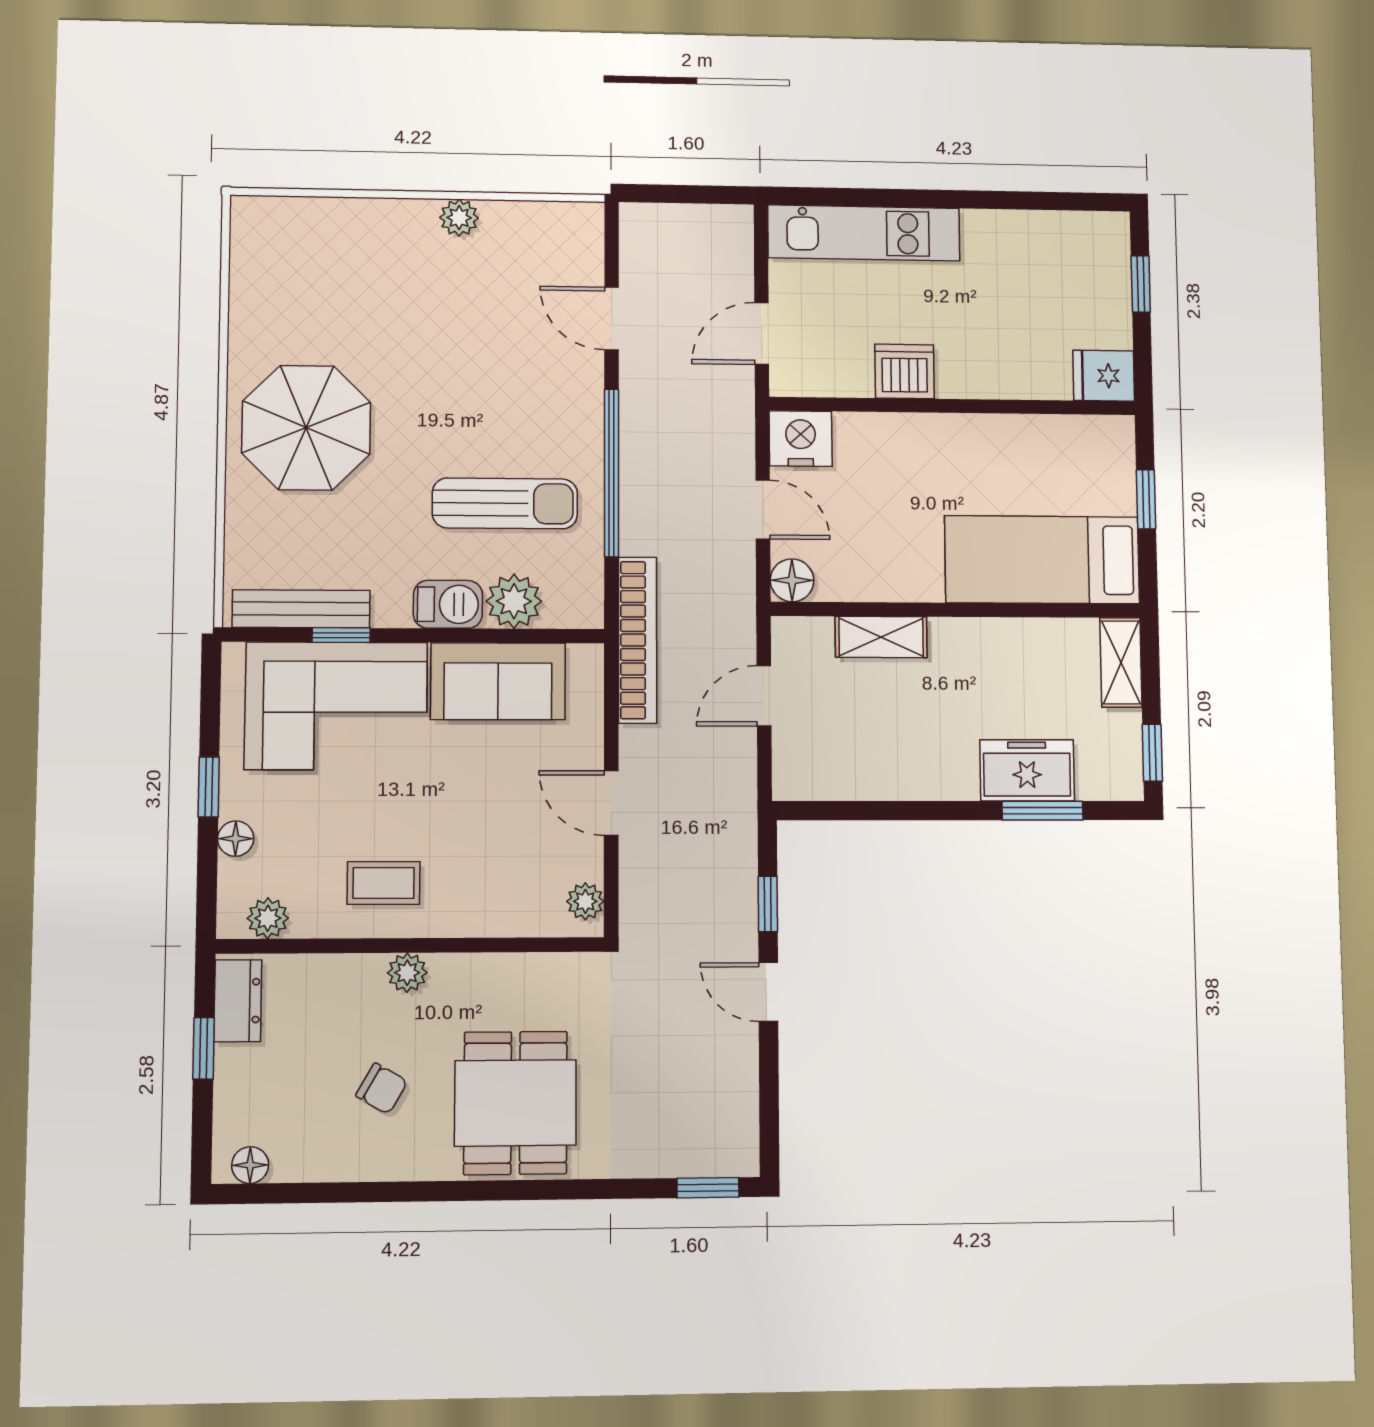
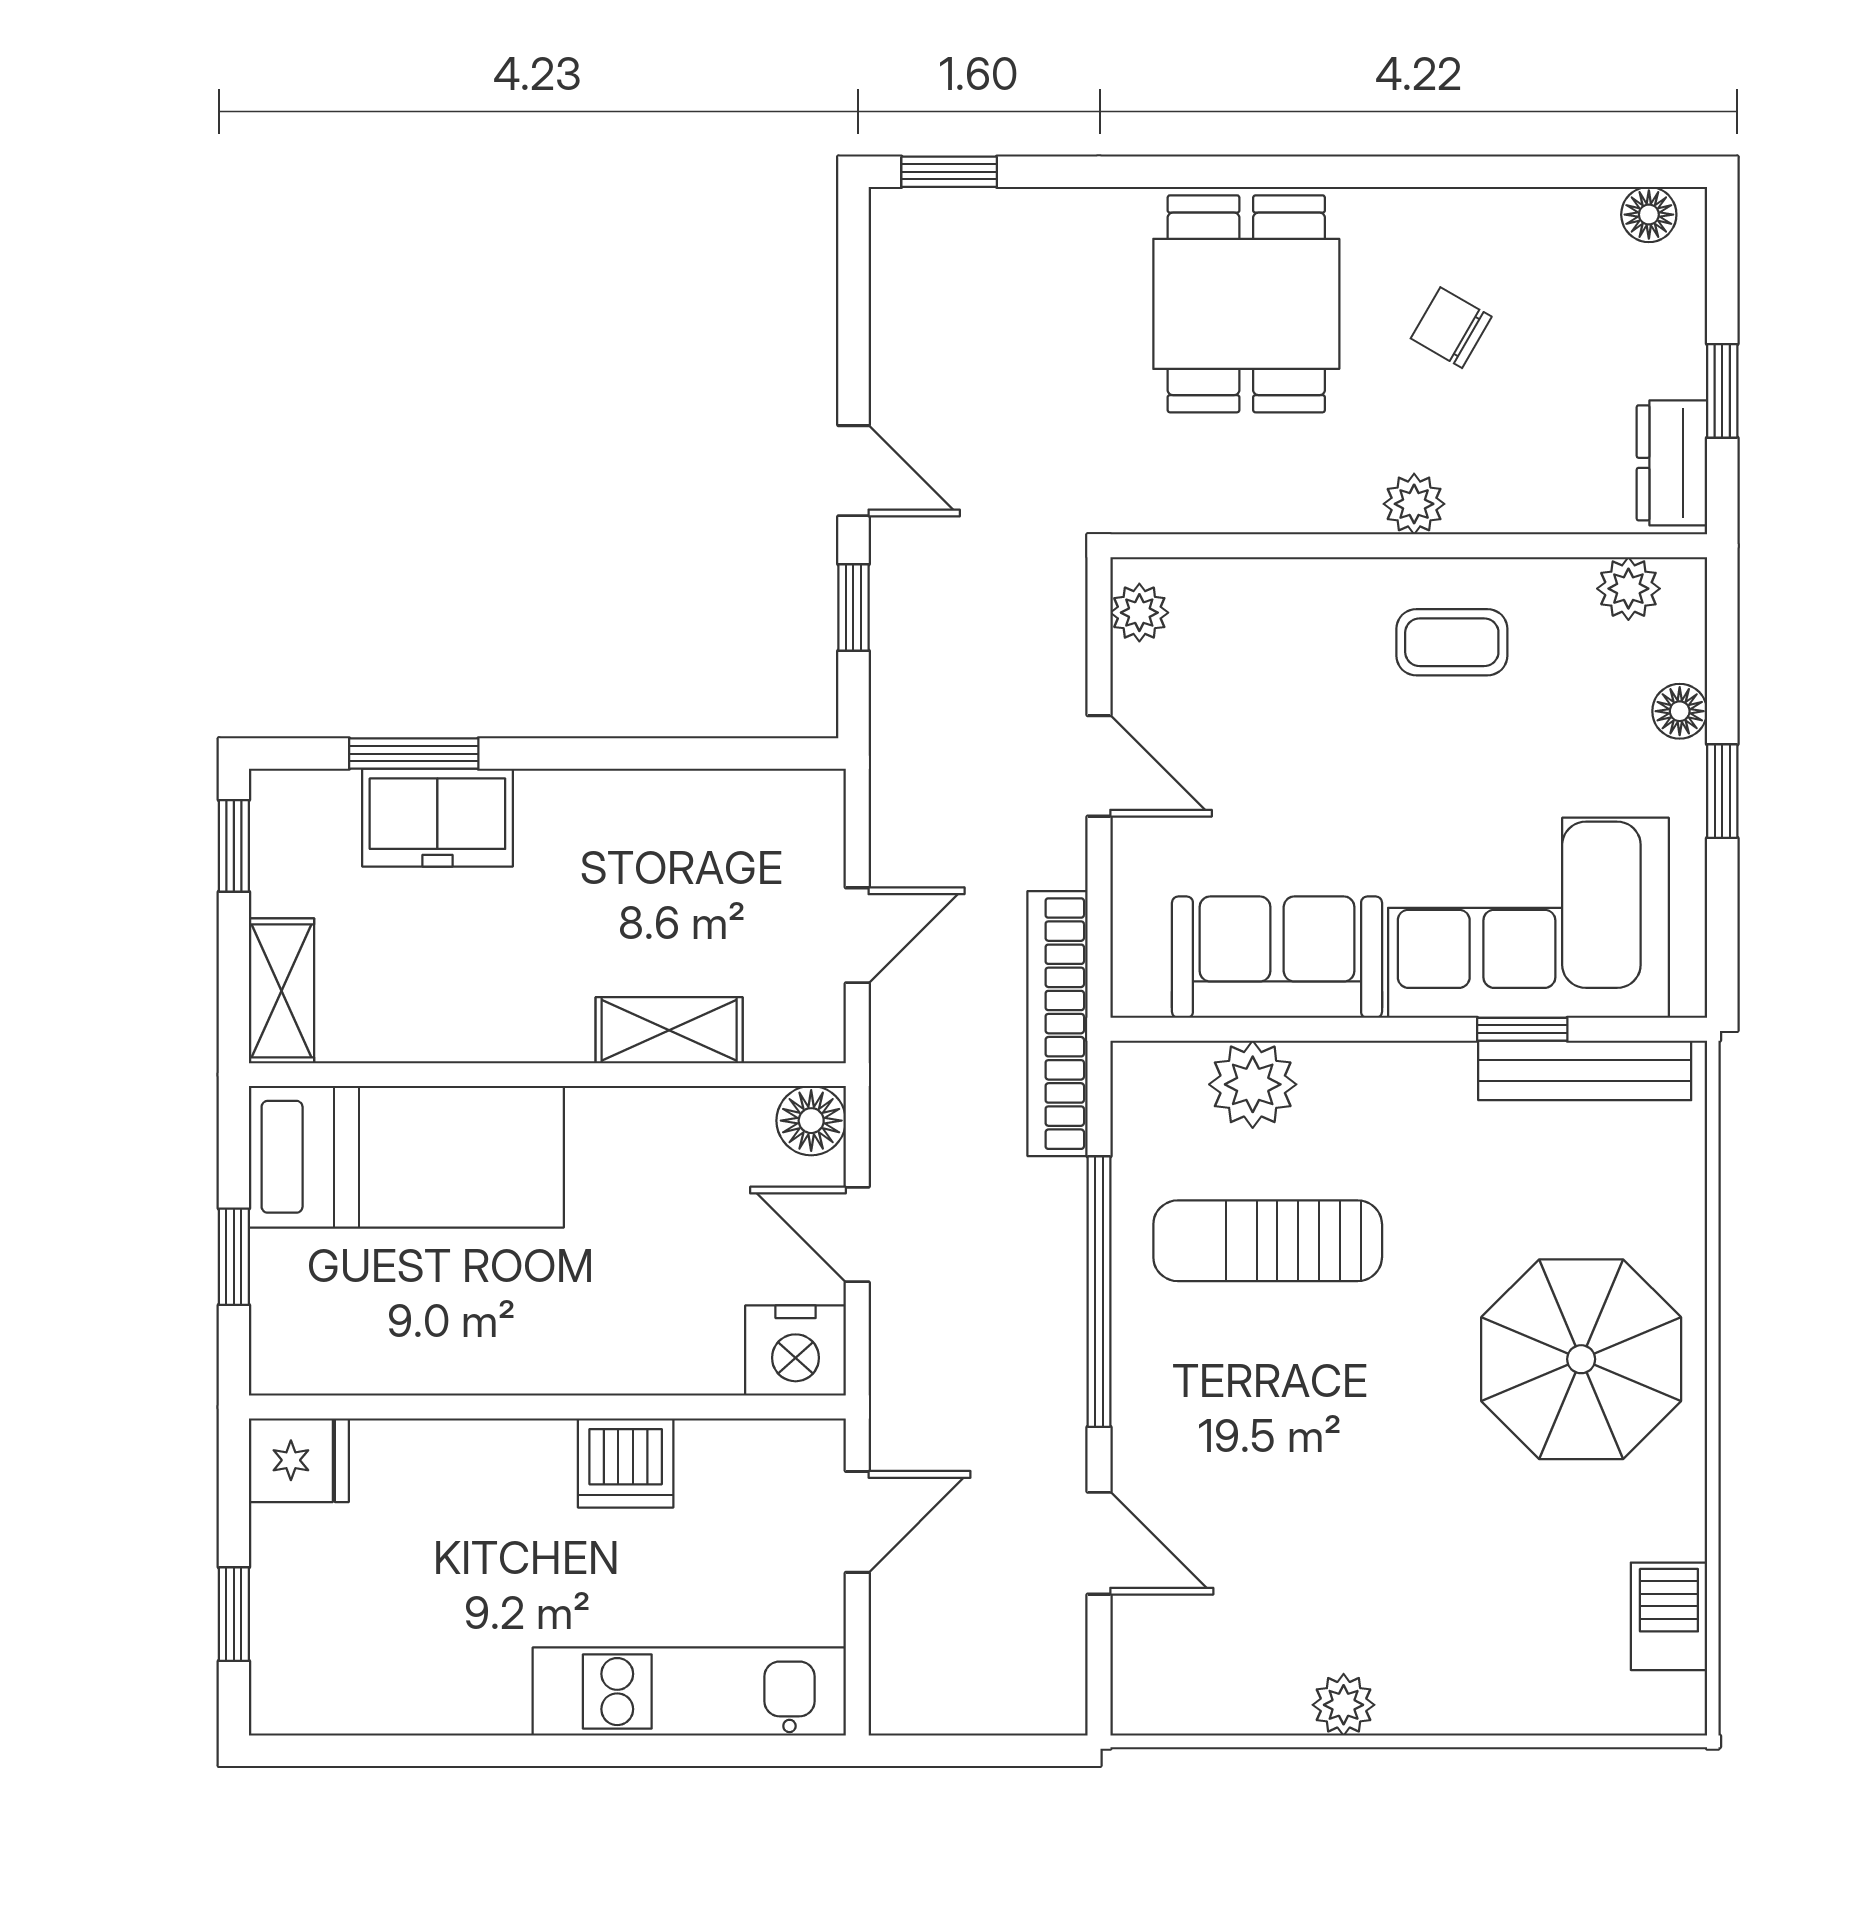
barbecue: (448, 604) -> (1669, 1616), moved, turned 90

